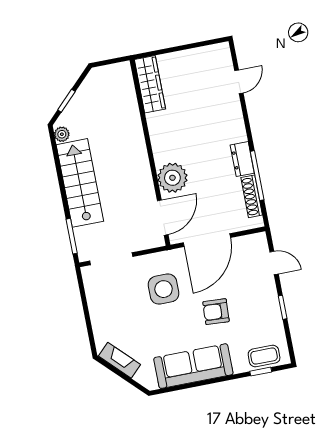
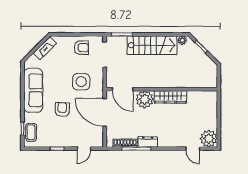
plant: (217, 58) -> (209, 139), added
wardrobe: (150, 84) -> (170, 97), moved
armchair: (107, 300) -> (81, 48), added

